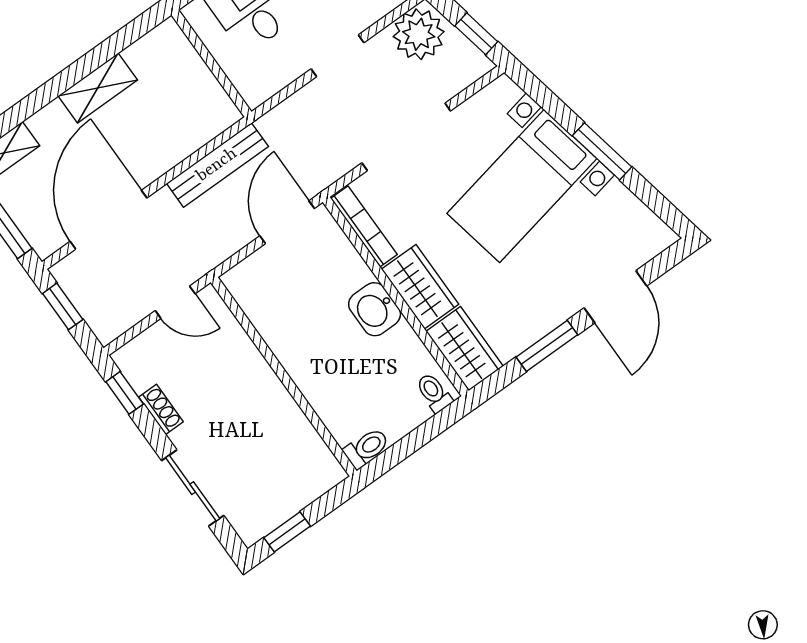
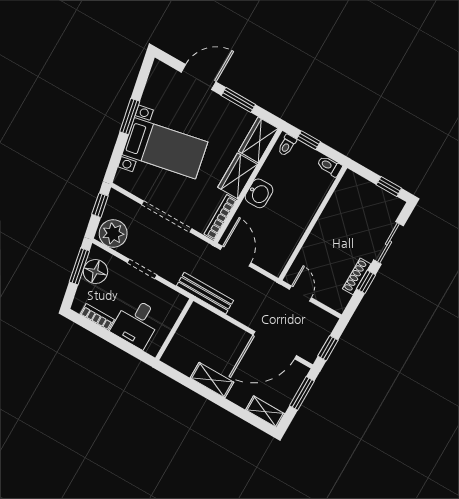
bench: (217, 165) -> (205, 293), moved
door: (287, 222) -> (236, 256), swing flipped
window: (125, 393) -> (366, 282), moved
shoe rack: (161, 409) -> (357, 276), width x1.43
window: (426, 433) -> (309, 140), added

